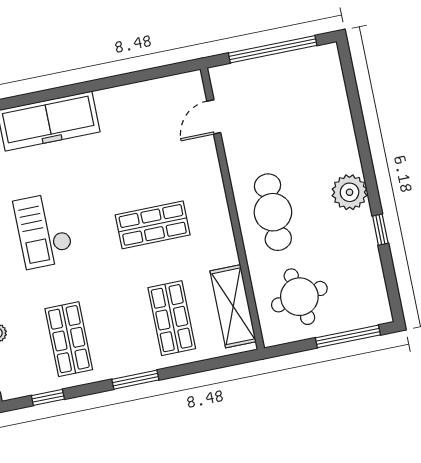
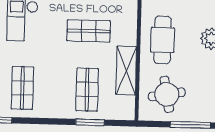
shelving: (233, 306) -> (126, 70), moved
window: (135, 380) -> (90, 122), moved

